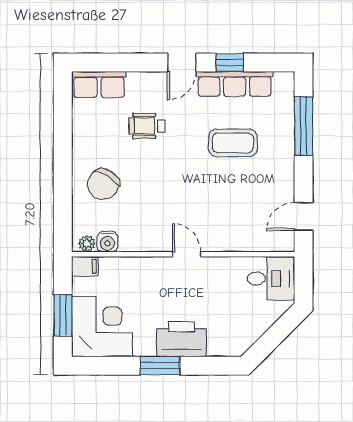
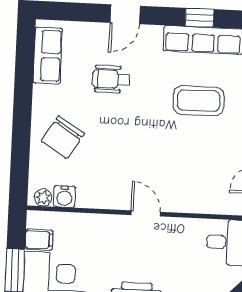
door: (182, 63) -> (125, 14), moved
row of seats: (99, 85) -> (48, 56), moved, turned -90
filing cabinet: (85, 266) -> (39, 240), moved

